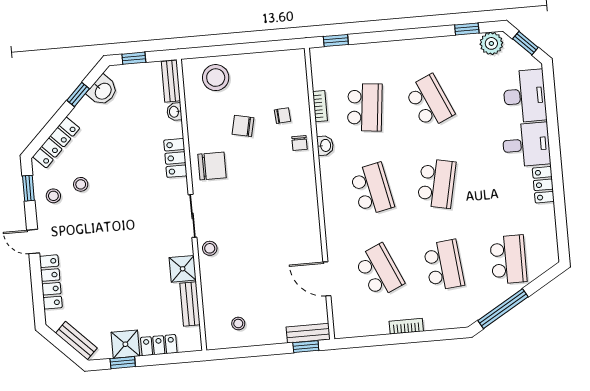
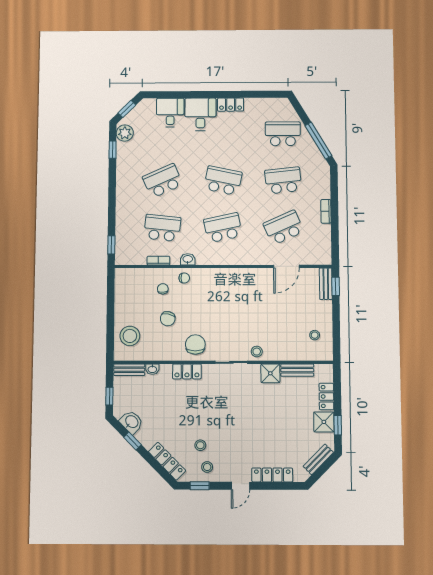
desk: (525, 96) -> (170, 113), width x0.73

